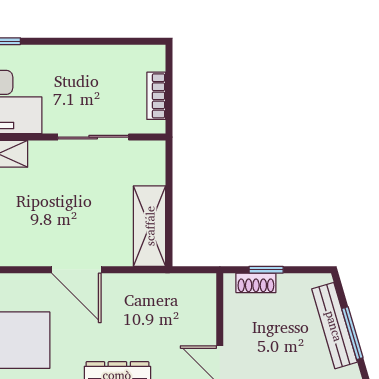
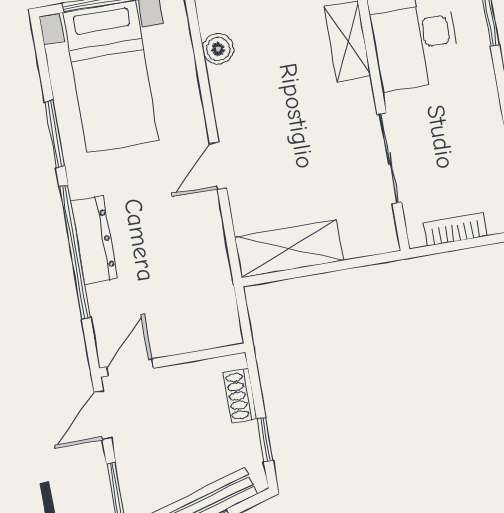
door: (76, 270) -> (218, 165), width x0.73
window: (266, 270) -> (265, 440), moved

